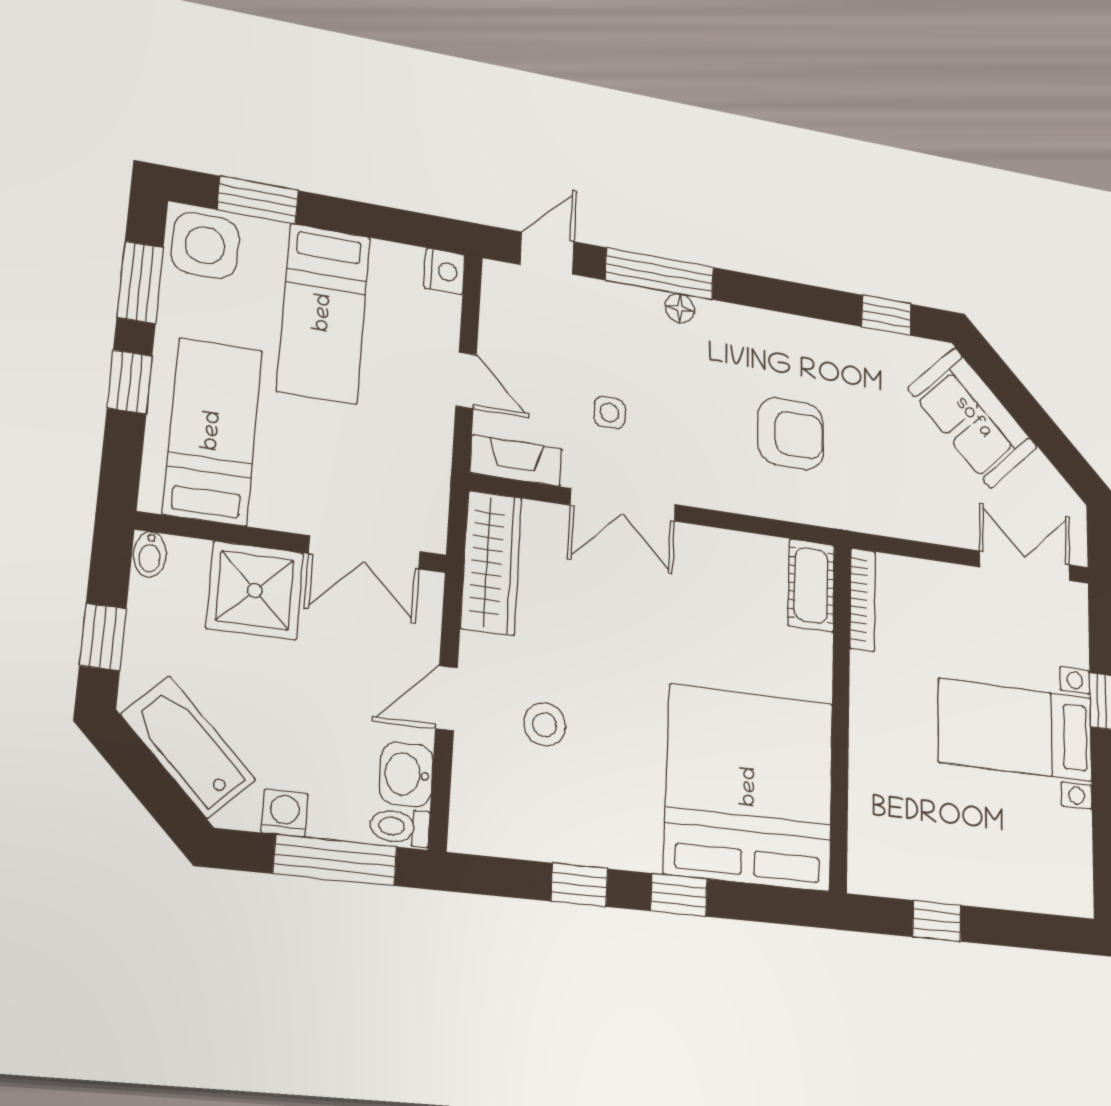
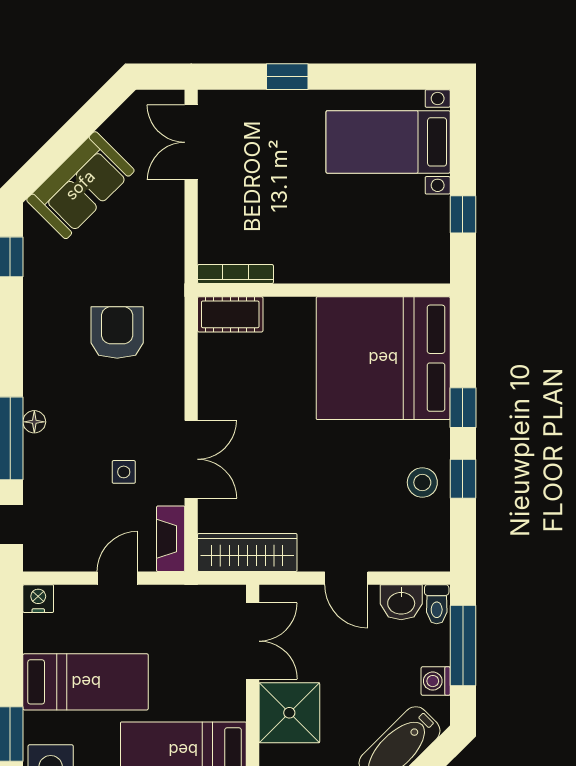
stool: (545, 725) -> (422, 482), moved
bed with nightstands: (1015, 730) -> (388, 142), moved, turned 90

